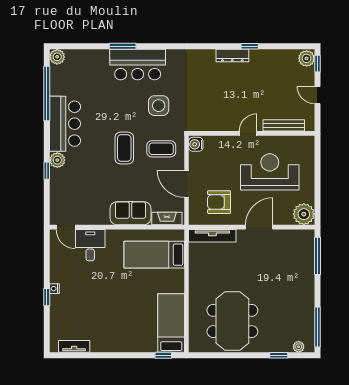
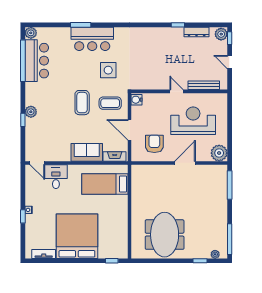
dresser: (232, 56) -> (197, 32), moved
bar counter: (65, 124) -> (37, 61), moved
door: (248, 133) -> (177, 91), hinge flipped
armchair: (219, 202) -> (154, 144), turned 90
tv unit: (212, 236) -> (149, 169), removed
bed: (171, 323) -> (77, 236), moved, width x2.04

